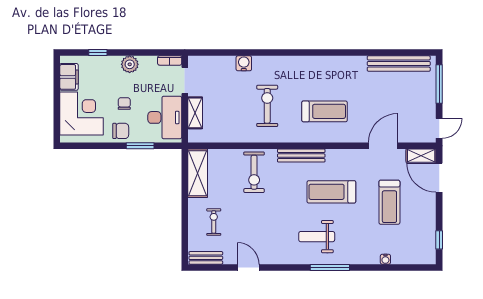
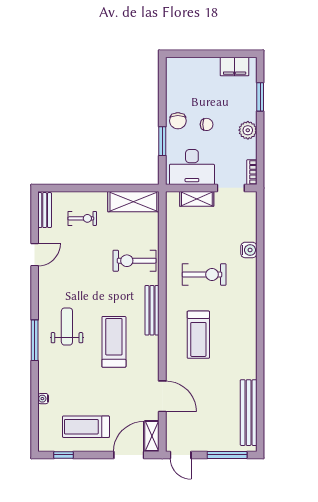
window: (98, 53) -> (260, 97), width x1.50
corner desk: (82, 113) -> (196, 80), removed
treadmill: (389, 202) -> (86, 427), moved

